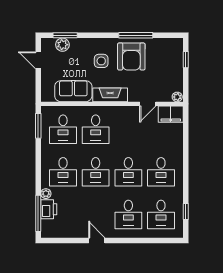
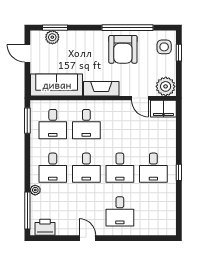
window: (136, 35) -> (127, 28), width x1.46
side table: (101, 61) -> (164, 47), moved
sofa: (73, 91) -> (57, 85), width x1.36
plant: (177, 97) -> (166, 86), width x1.88, depth x1.88
door: (148, 104) -> (140, 98), hinge flipped
printer: (49, 209) -> (45, 227), moved, turned -90
window: (186, 211) -> (179, 172), moved
desk: (161, 214) -> (153, 211), removed

